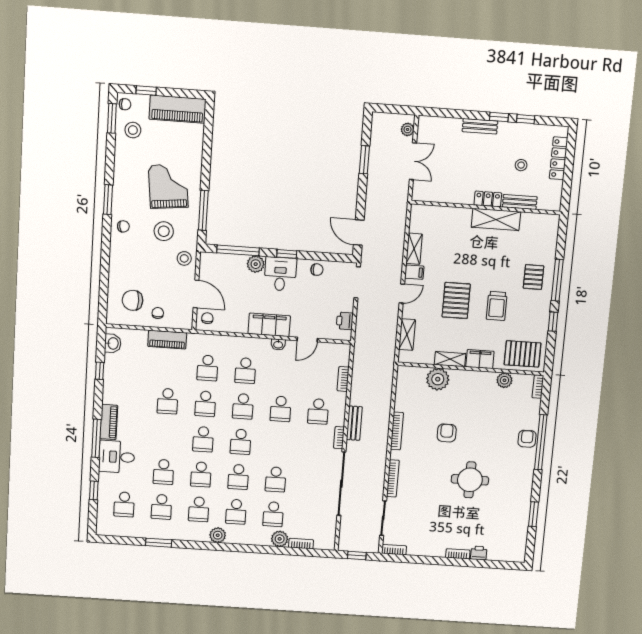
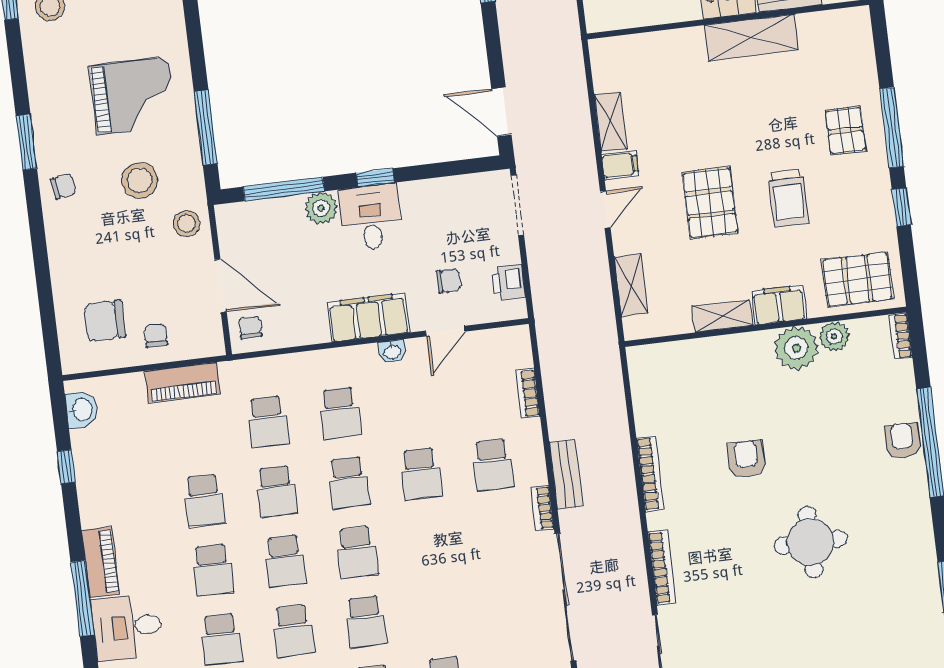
grand piano: (168, 186) -> (133, 96), turned 96
chair: (317, 270) -> (448, 281), moved
plant: (438, 379) -> (796, 348), moved
school desk: (276, 479) -> (213, 570), moved

